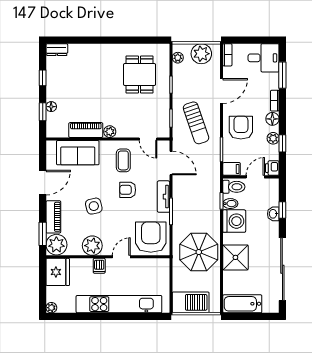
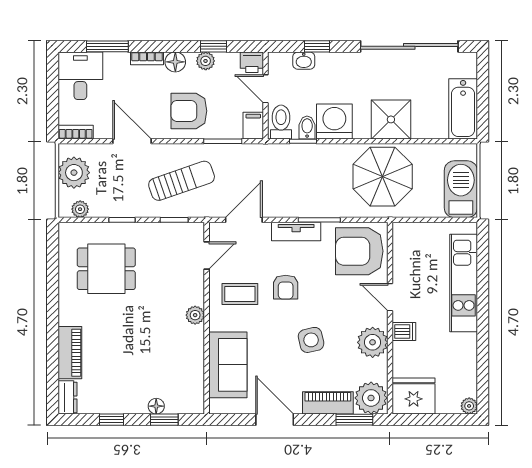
piano: (86, 130) -> (70, 353), moved, turned 180
washbasin: (273, 214) -> (304, 61), moved
kitchen unit: (119, 304) -> (464, 283), width x0.73

